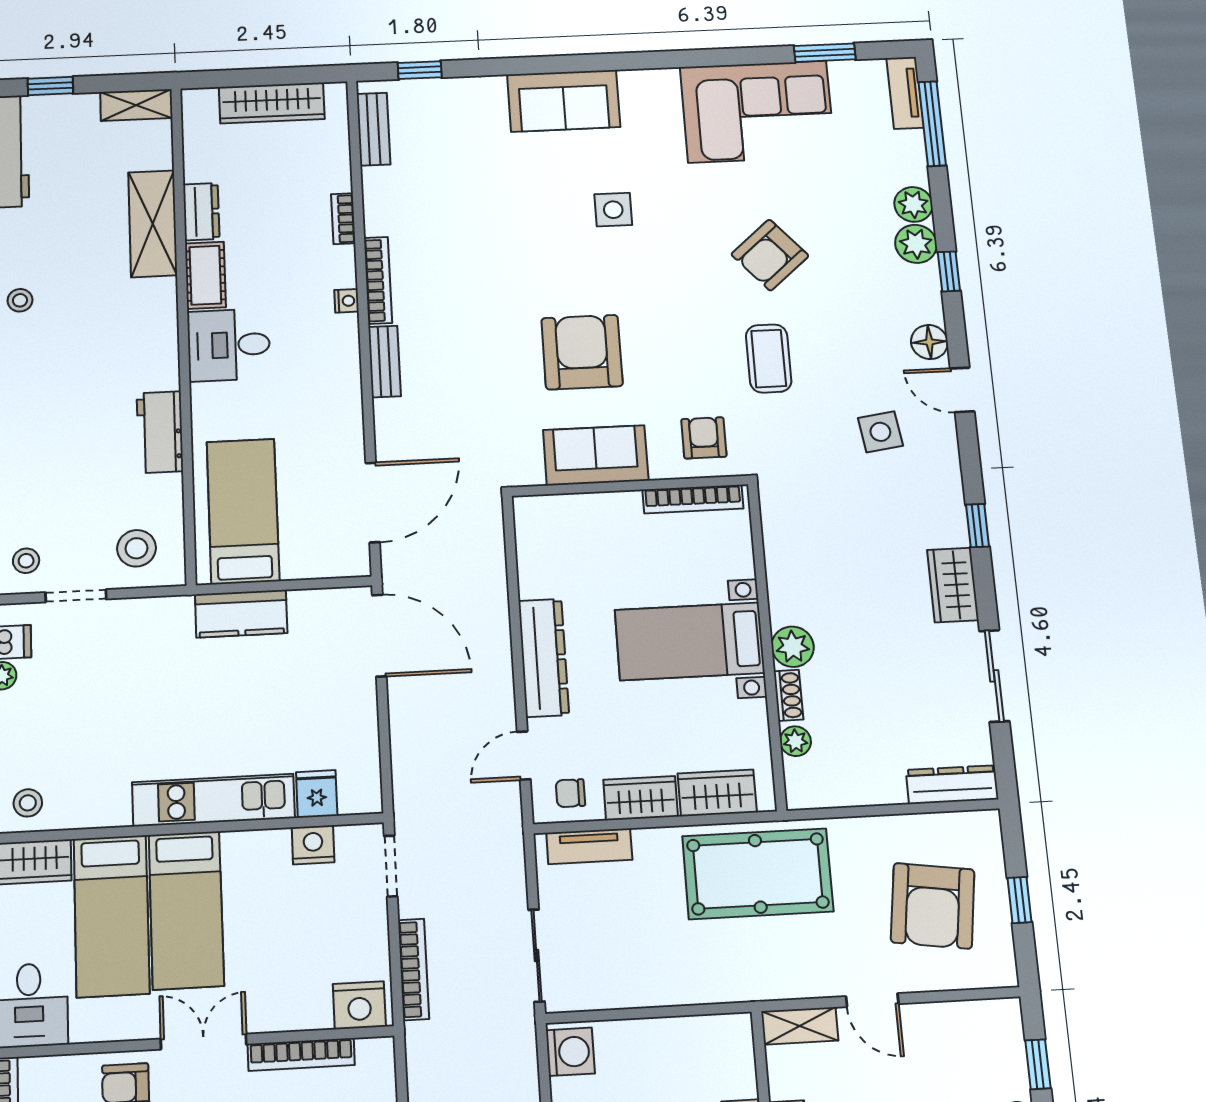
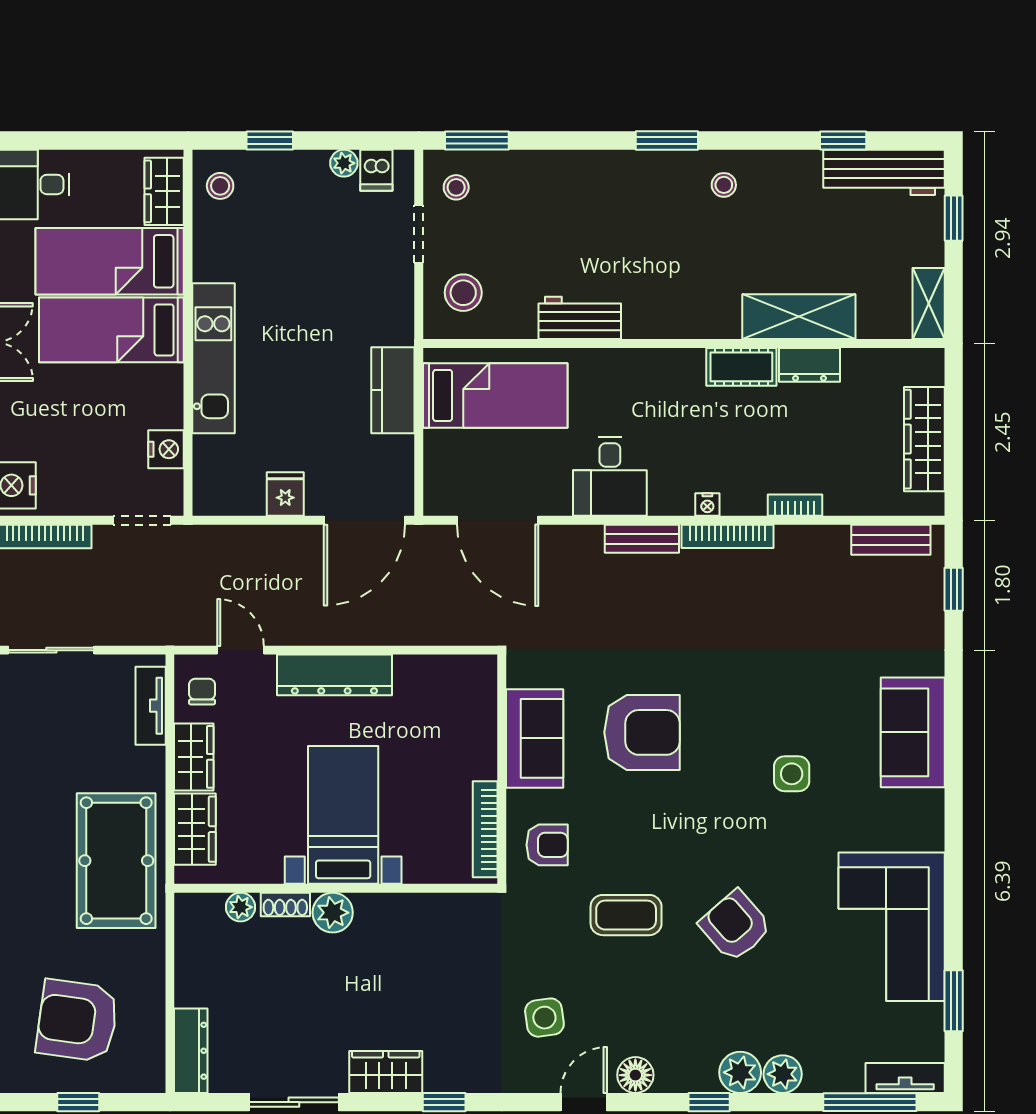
desk: (229, 345) -> (610, 476), moved, turned 180
fridge: (317, 794) -> (285, 494), moved, turned -90

